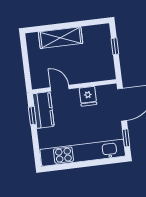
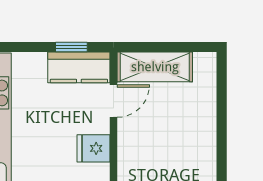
shelving: (61, 38) -> (155, 67), moved, turned 90

